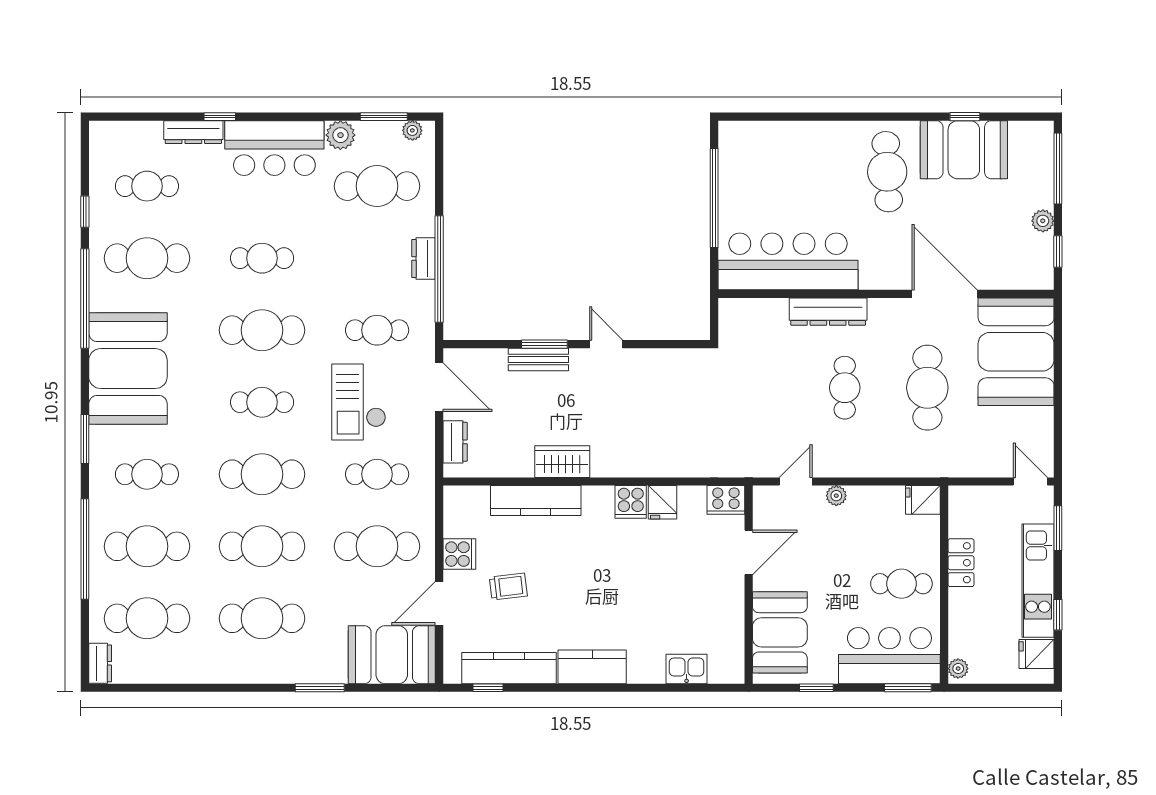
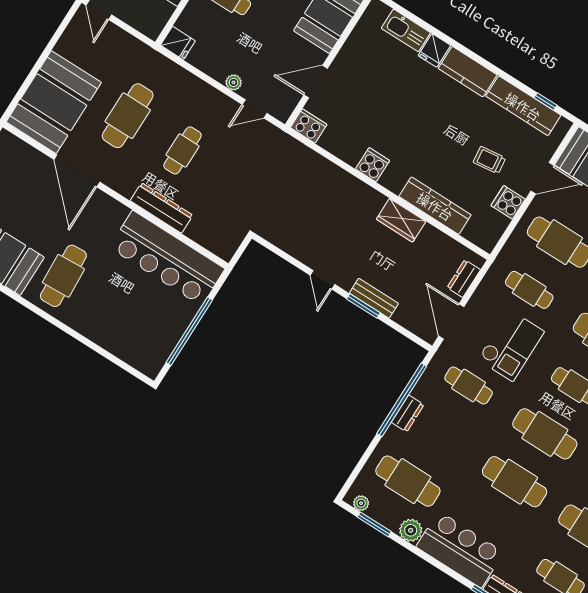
cafe table: (262, 258) -> (515, 482), width x1.37, depth x1.35
fridge: (662, 502) -> (434, 50), moved, turned 180
kitchen sink: (687, 669) -> (406, 30), width x1.38

